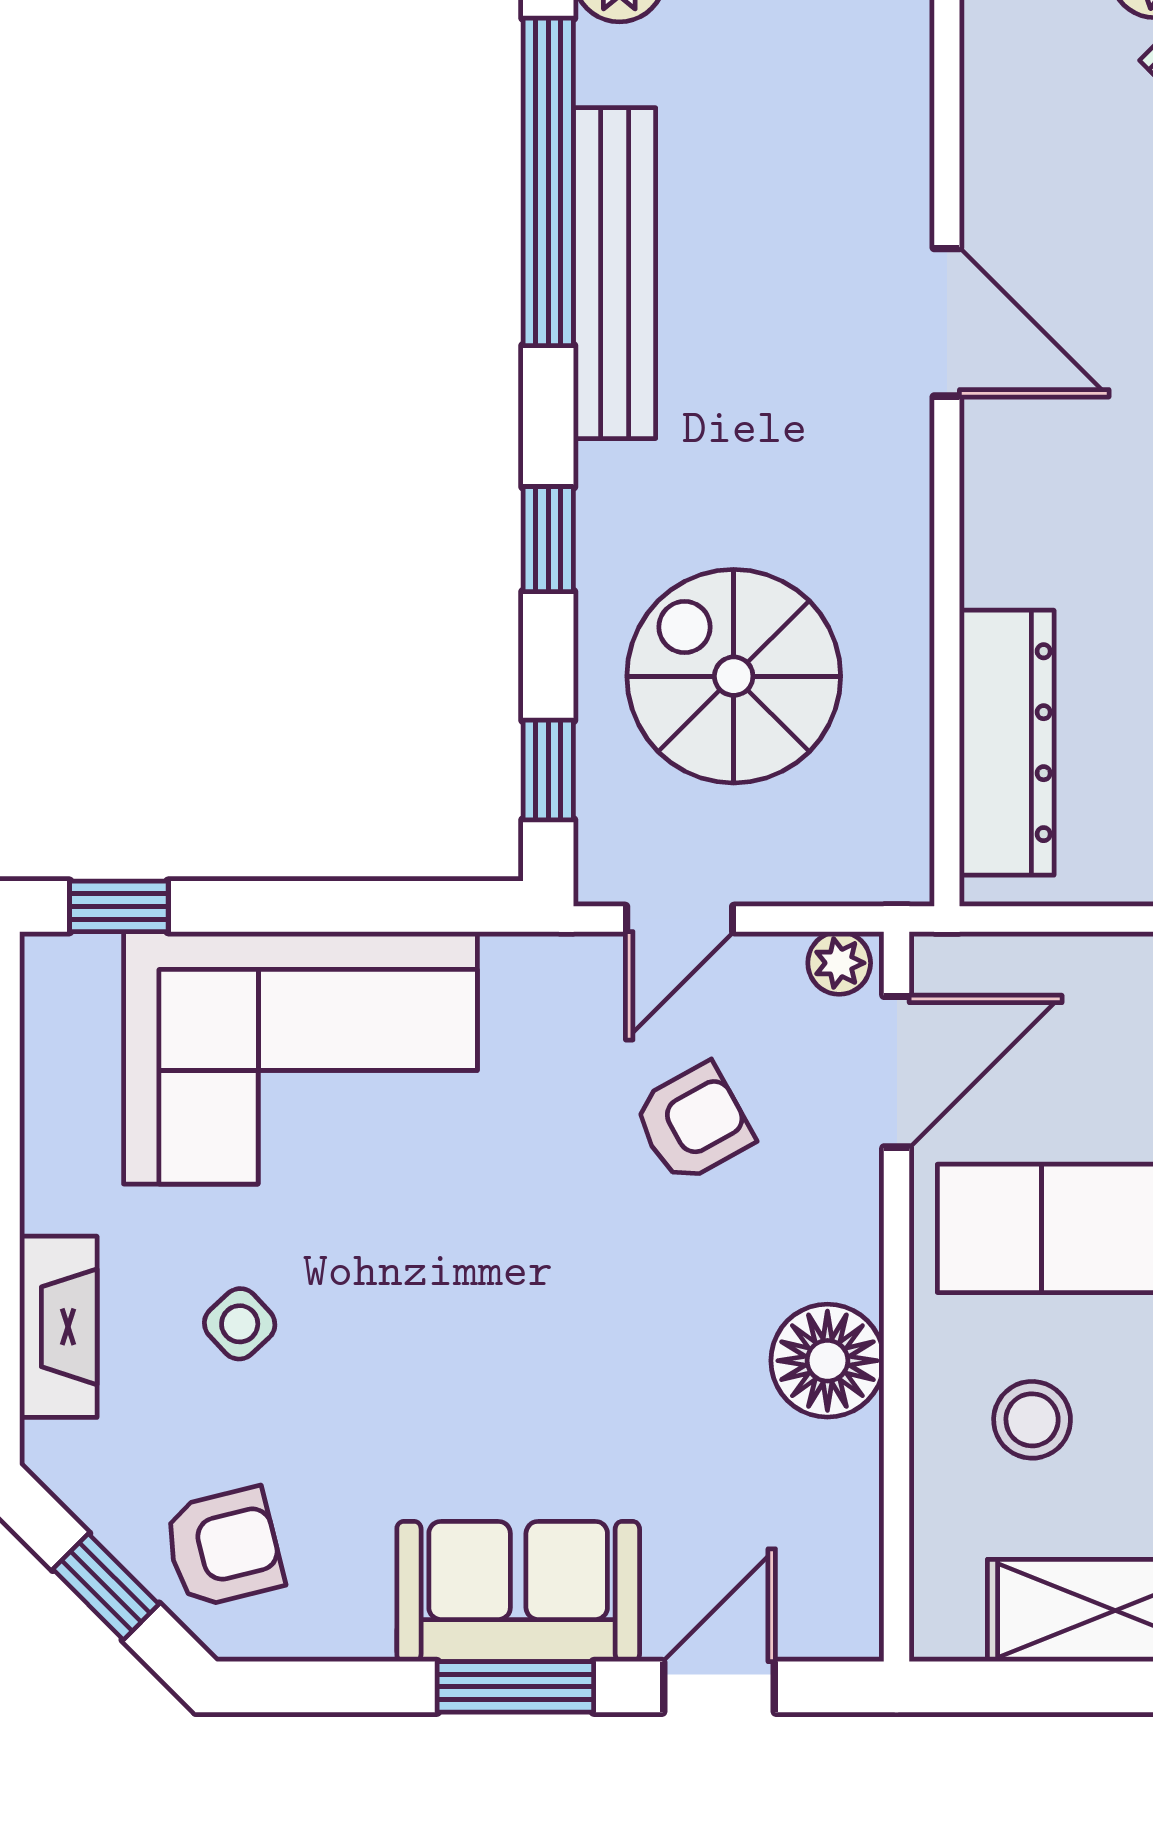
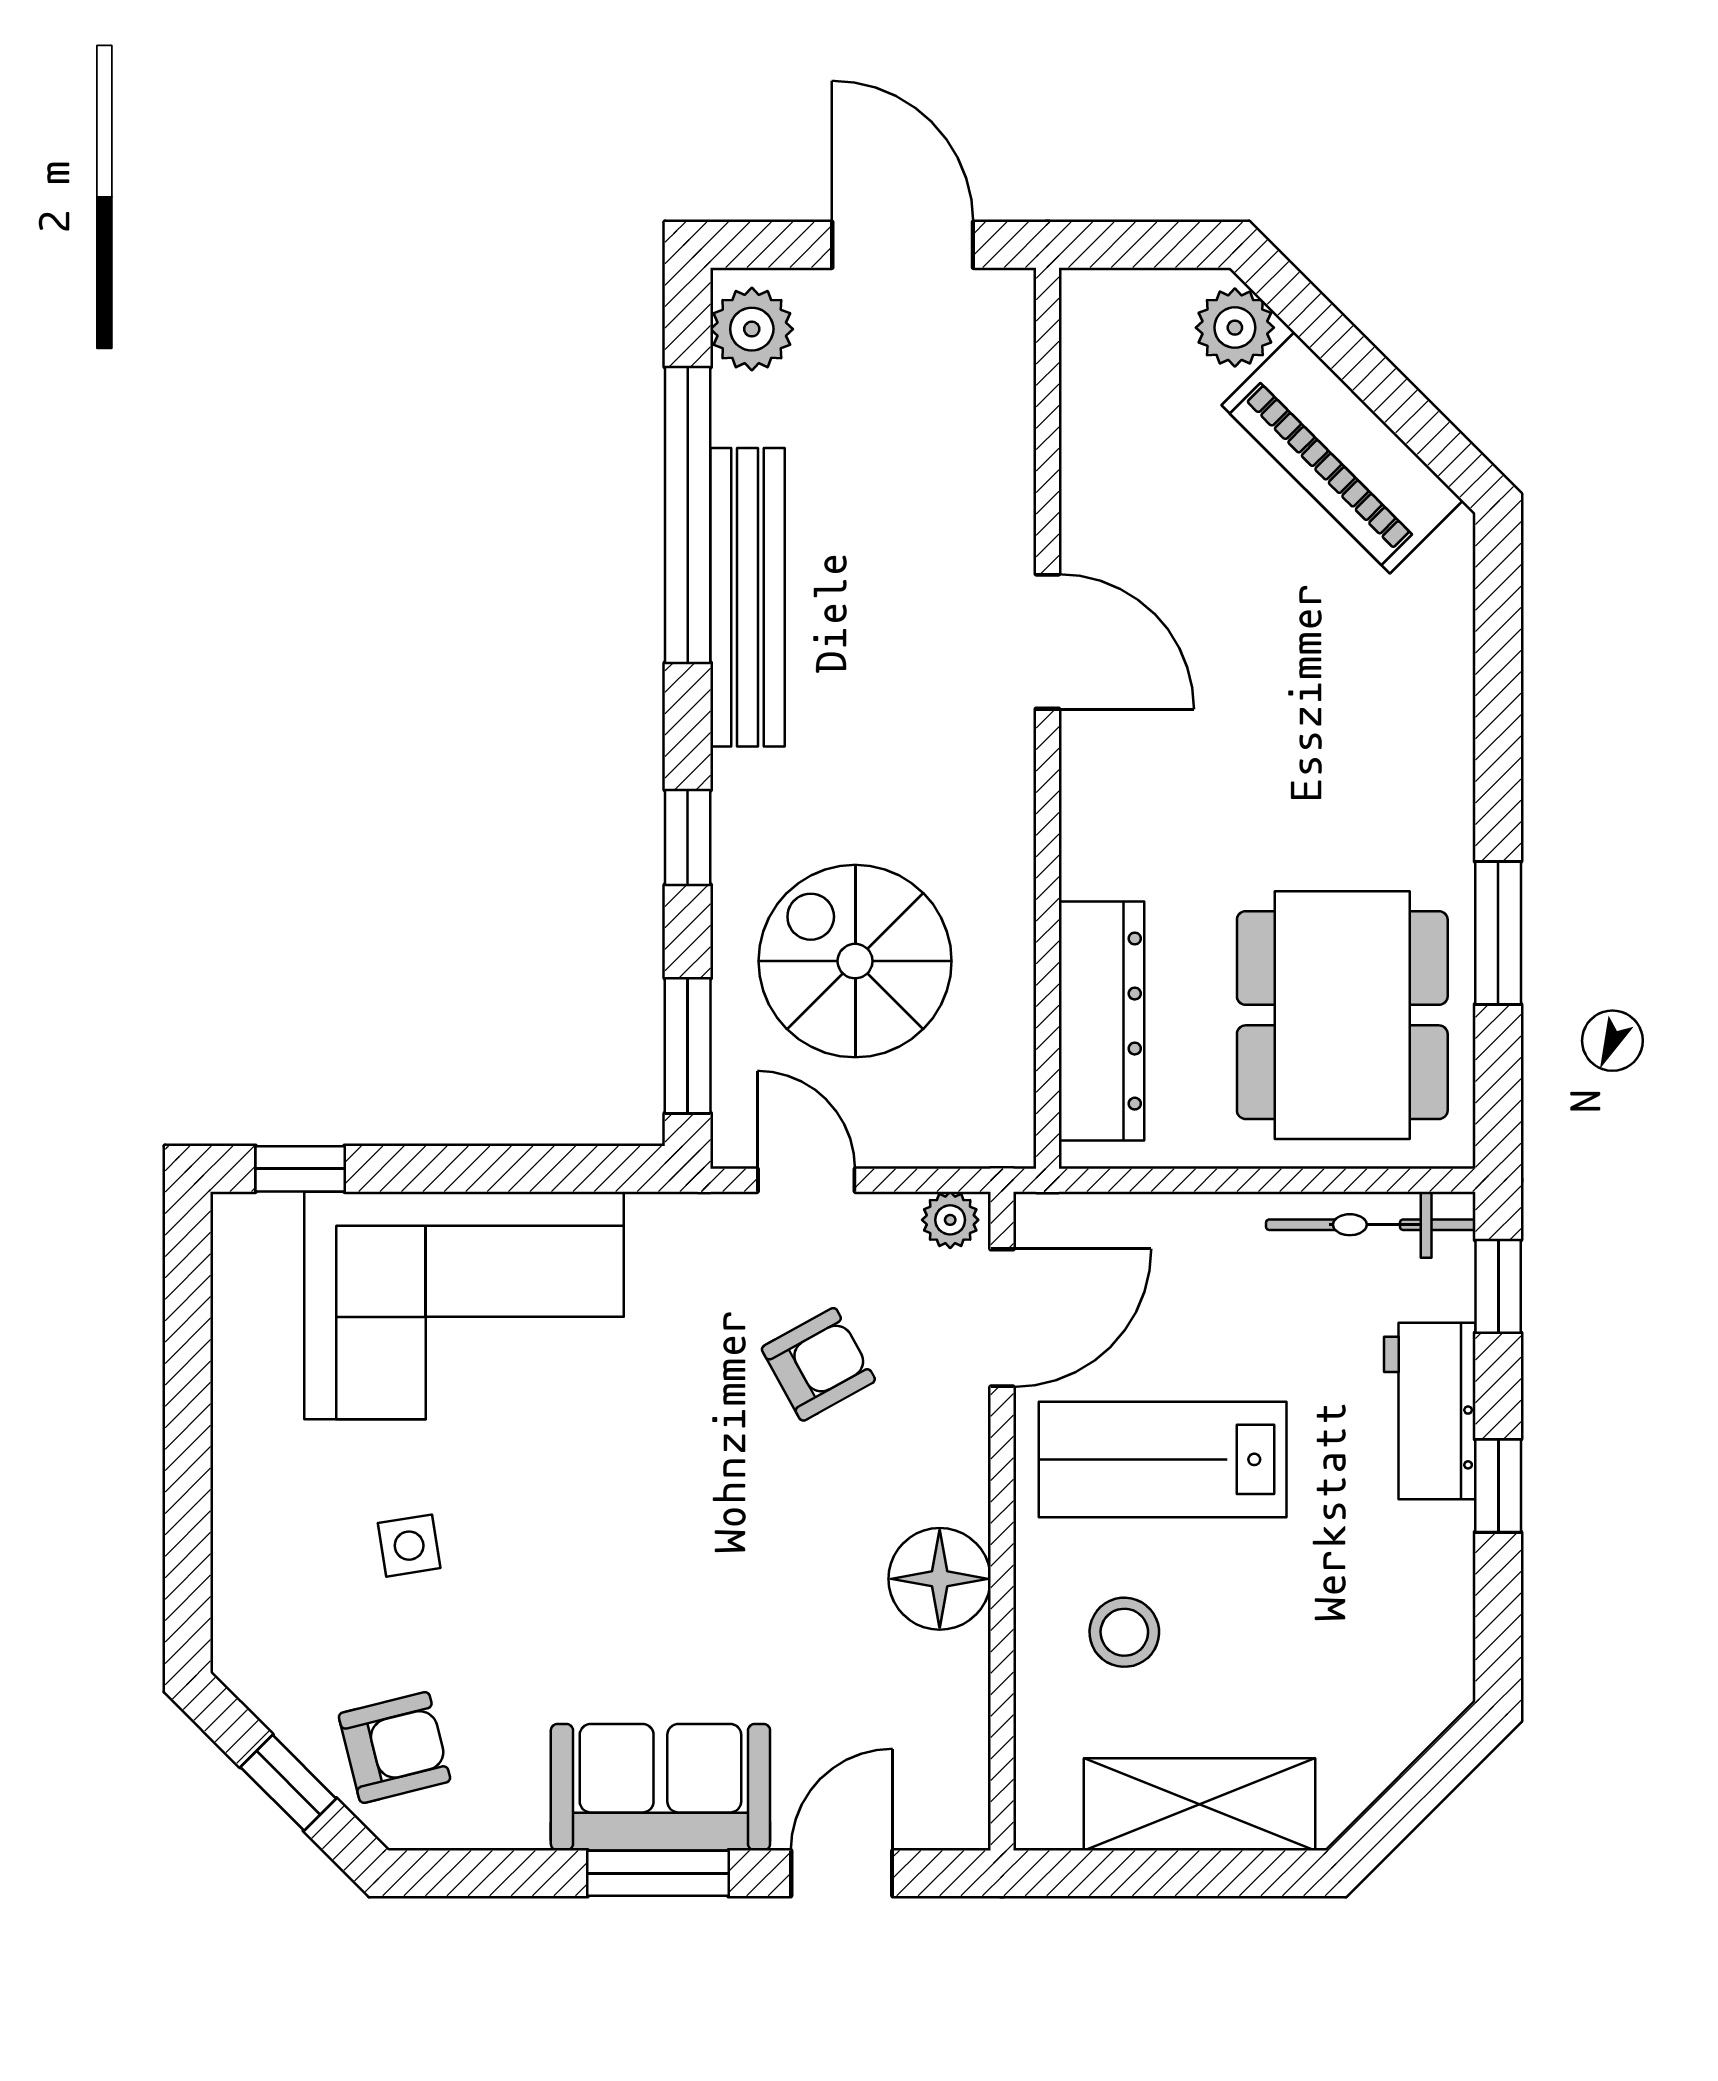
window: (548, 770) -> (688, 1046), width x1.50
door: (680, 919) -> (806, 1180), swing flipped
side table: (240, 1324) -> (409, 1546), turned 34
fireplace: (58, 1327) -> (245, 1548), removed

